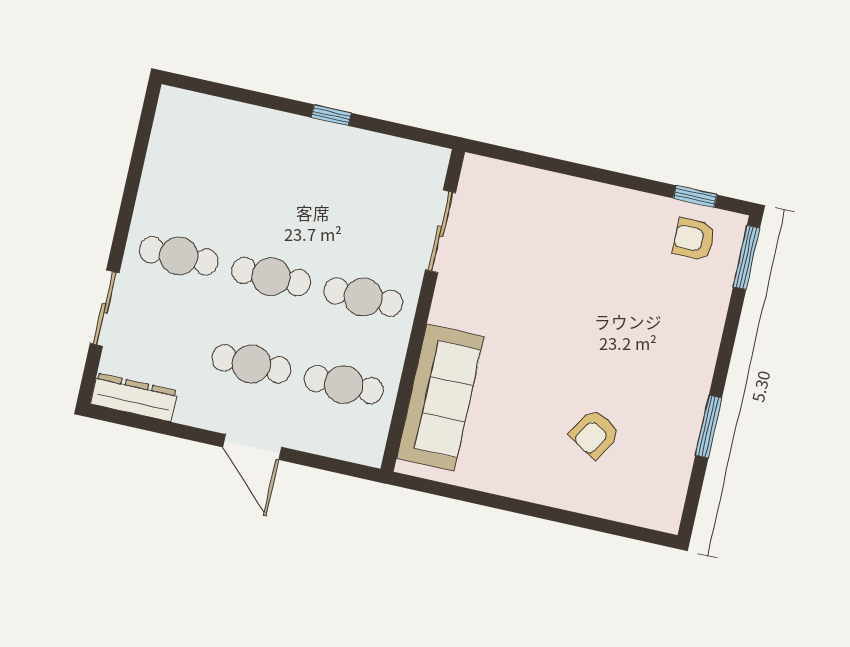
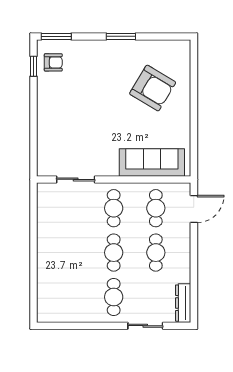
window: (331, 115) -> (34, 241), removed
armchair: (694, 239) -> (53, 62), turned -90
window: (709, 427) -> (121, 36), moved
armchair: (595, 434) -> (153, 88), width x1.88, depth x1.88
door: (252, 447) -> (194, 209), moved

